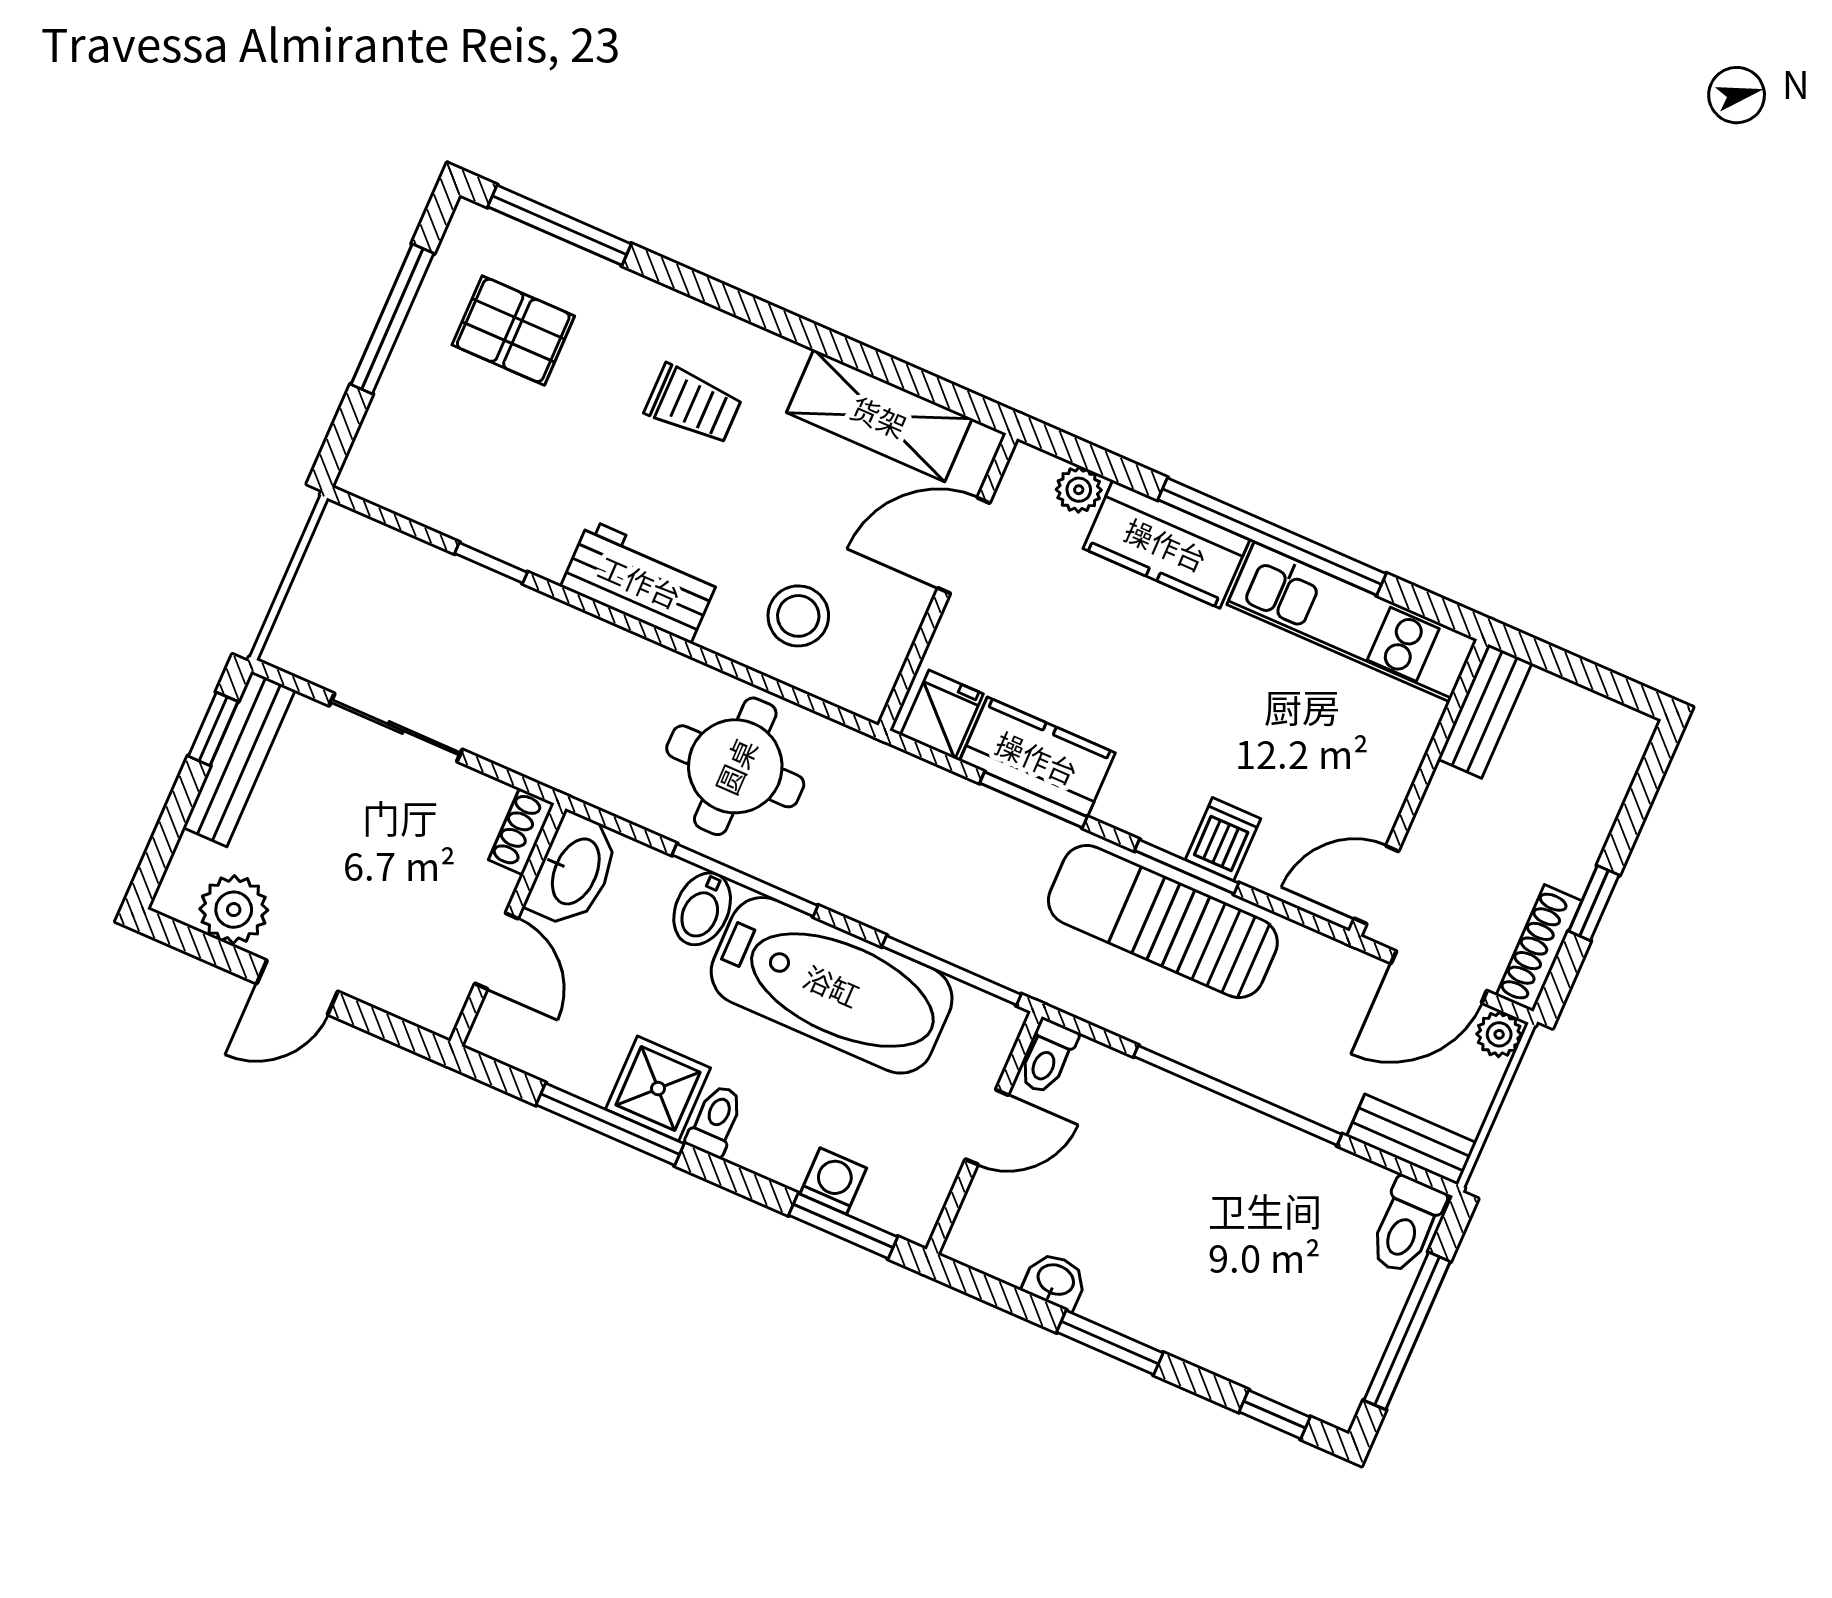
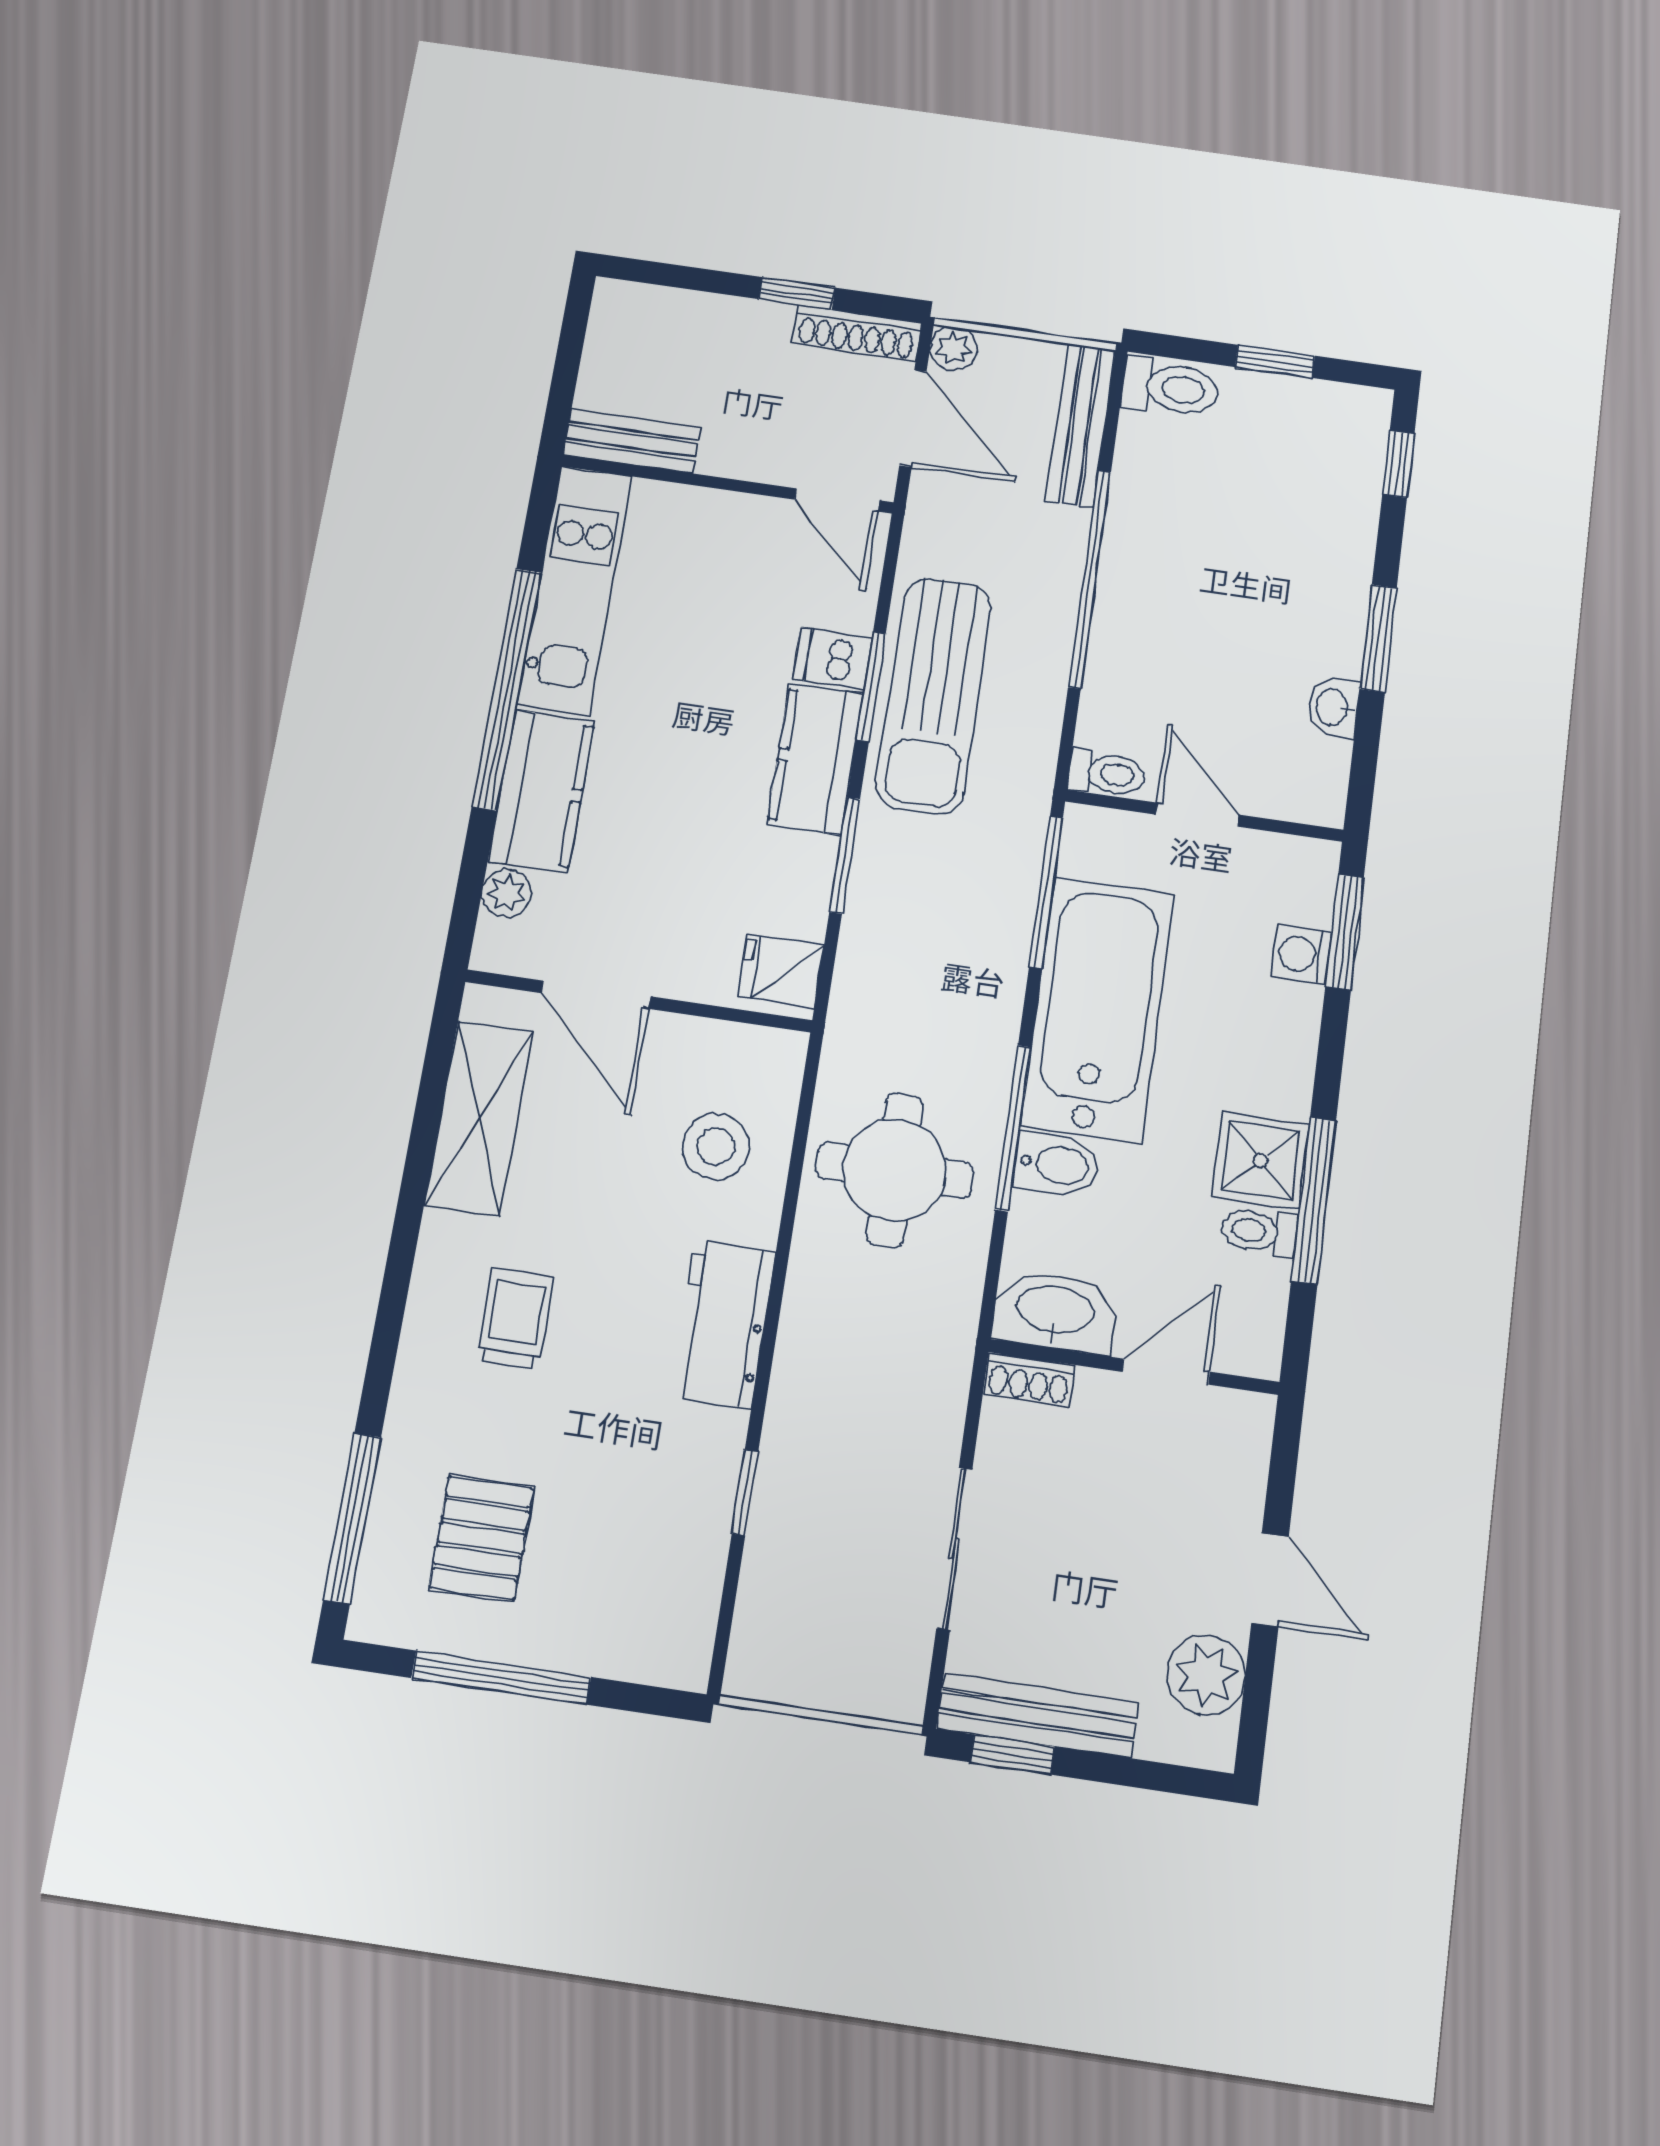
kitchen counter: (1037, 757) -> (815, 759), moved
toilet: (715, 1121) -> (1259, 1232), moved
bench: (1411, 1139) -> (1080, 425), width x1.36
window: (1407, 1331) -> (1275, 361), width x0.46

